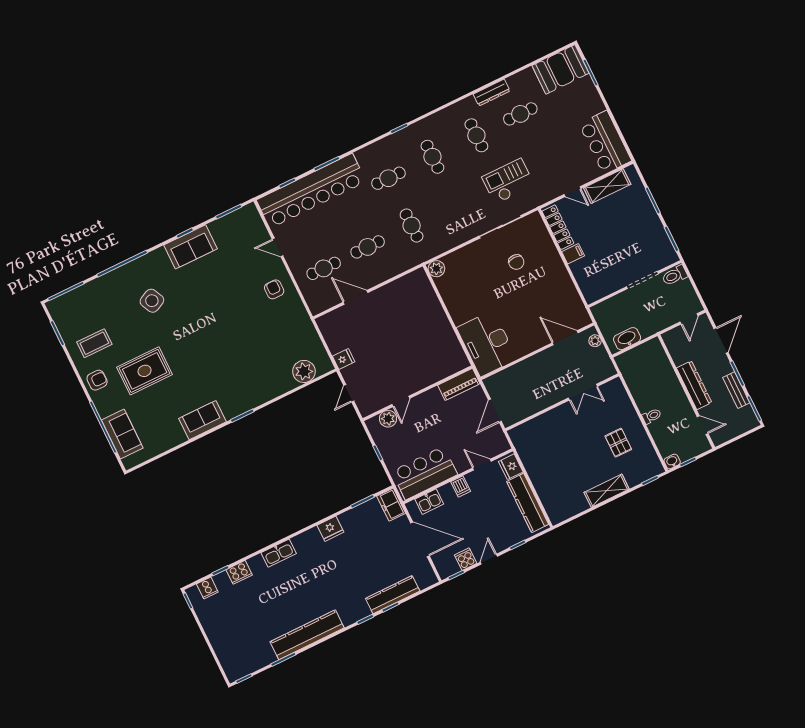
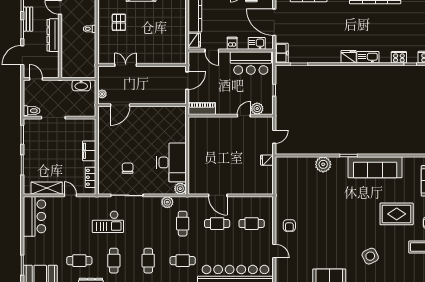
locker: (558, 227) -> (91, 177), width x0.66
plant: (444, 243) -> (167, 202), added
filing cabinet: (573, 254) -> (89, 151), width x2.00
door: (356, 297) -> (218, 195), moved
door: (689, 319) -> (36, 79), hinge flipped
door: (565, 338) -> (120, 105), hinge flipped
desk: (487, 344) -> (171, 162), moved
plant: (304, 371) -> (323, 164), moved
sofa: (203, 420) -> (375, 167), width x1.85, depth x1.27
fridge: (330, 529) -> (349, 57), moved

